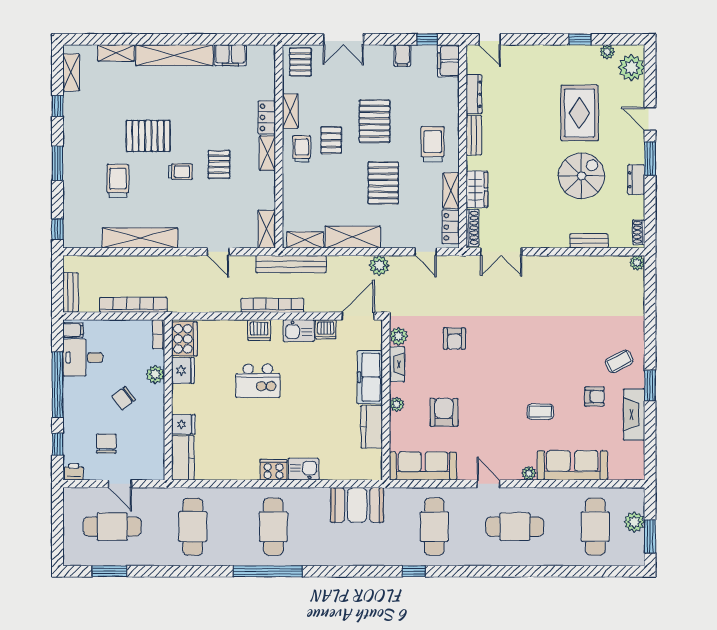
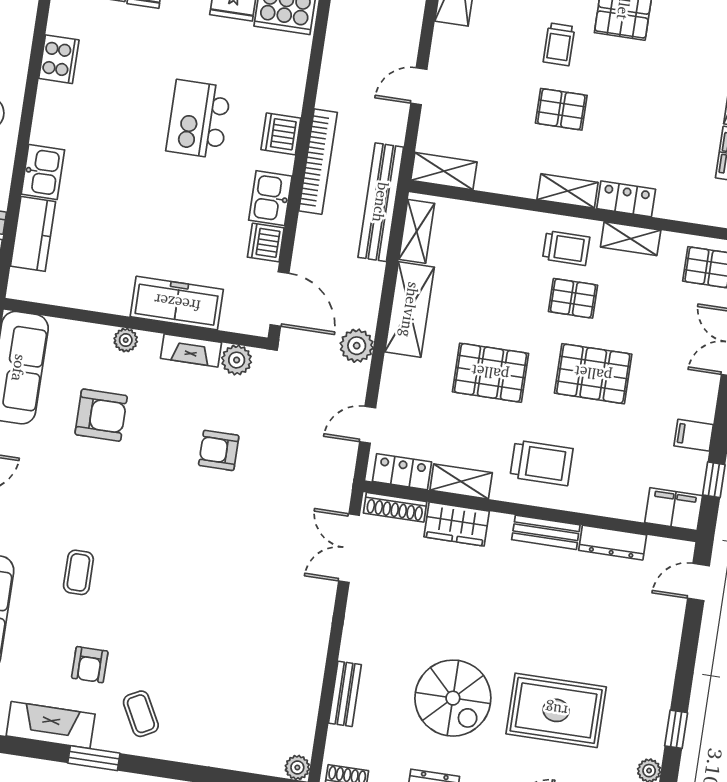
kitchen counter: (372, 427) -> (33, 234), moved, turned 90
cooker: (273, 470) -> (59, 59), moved

